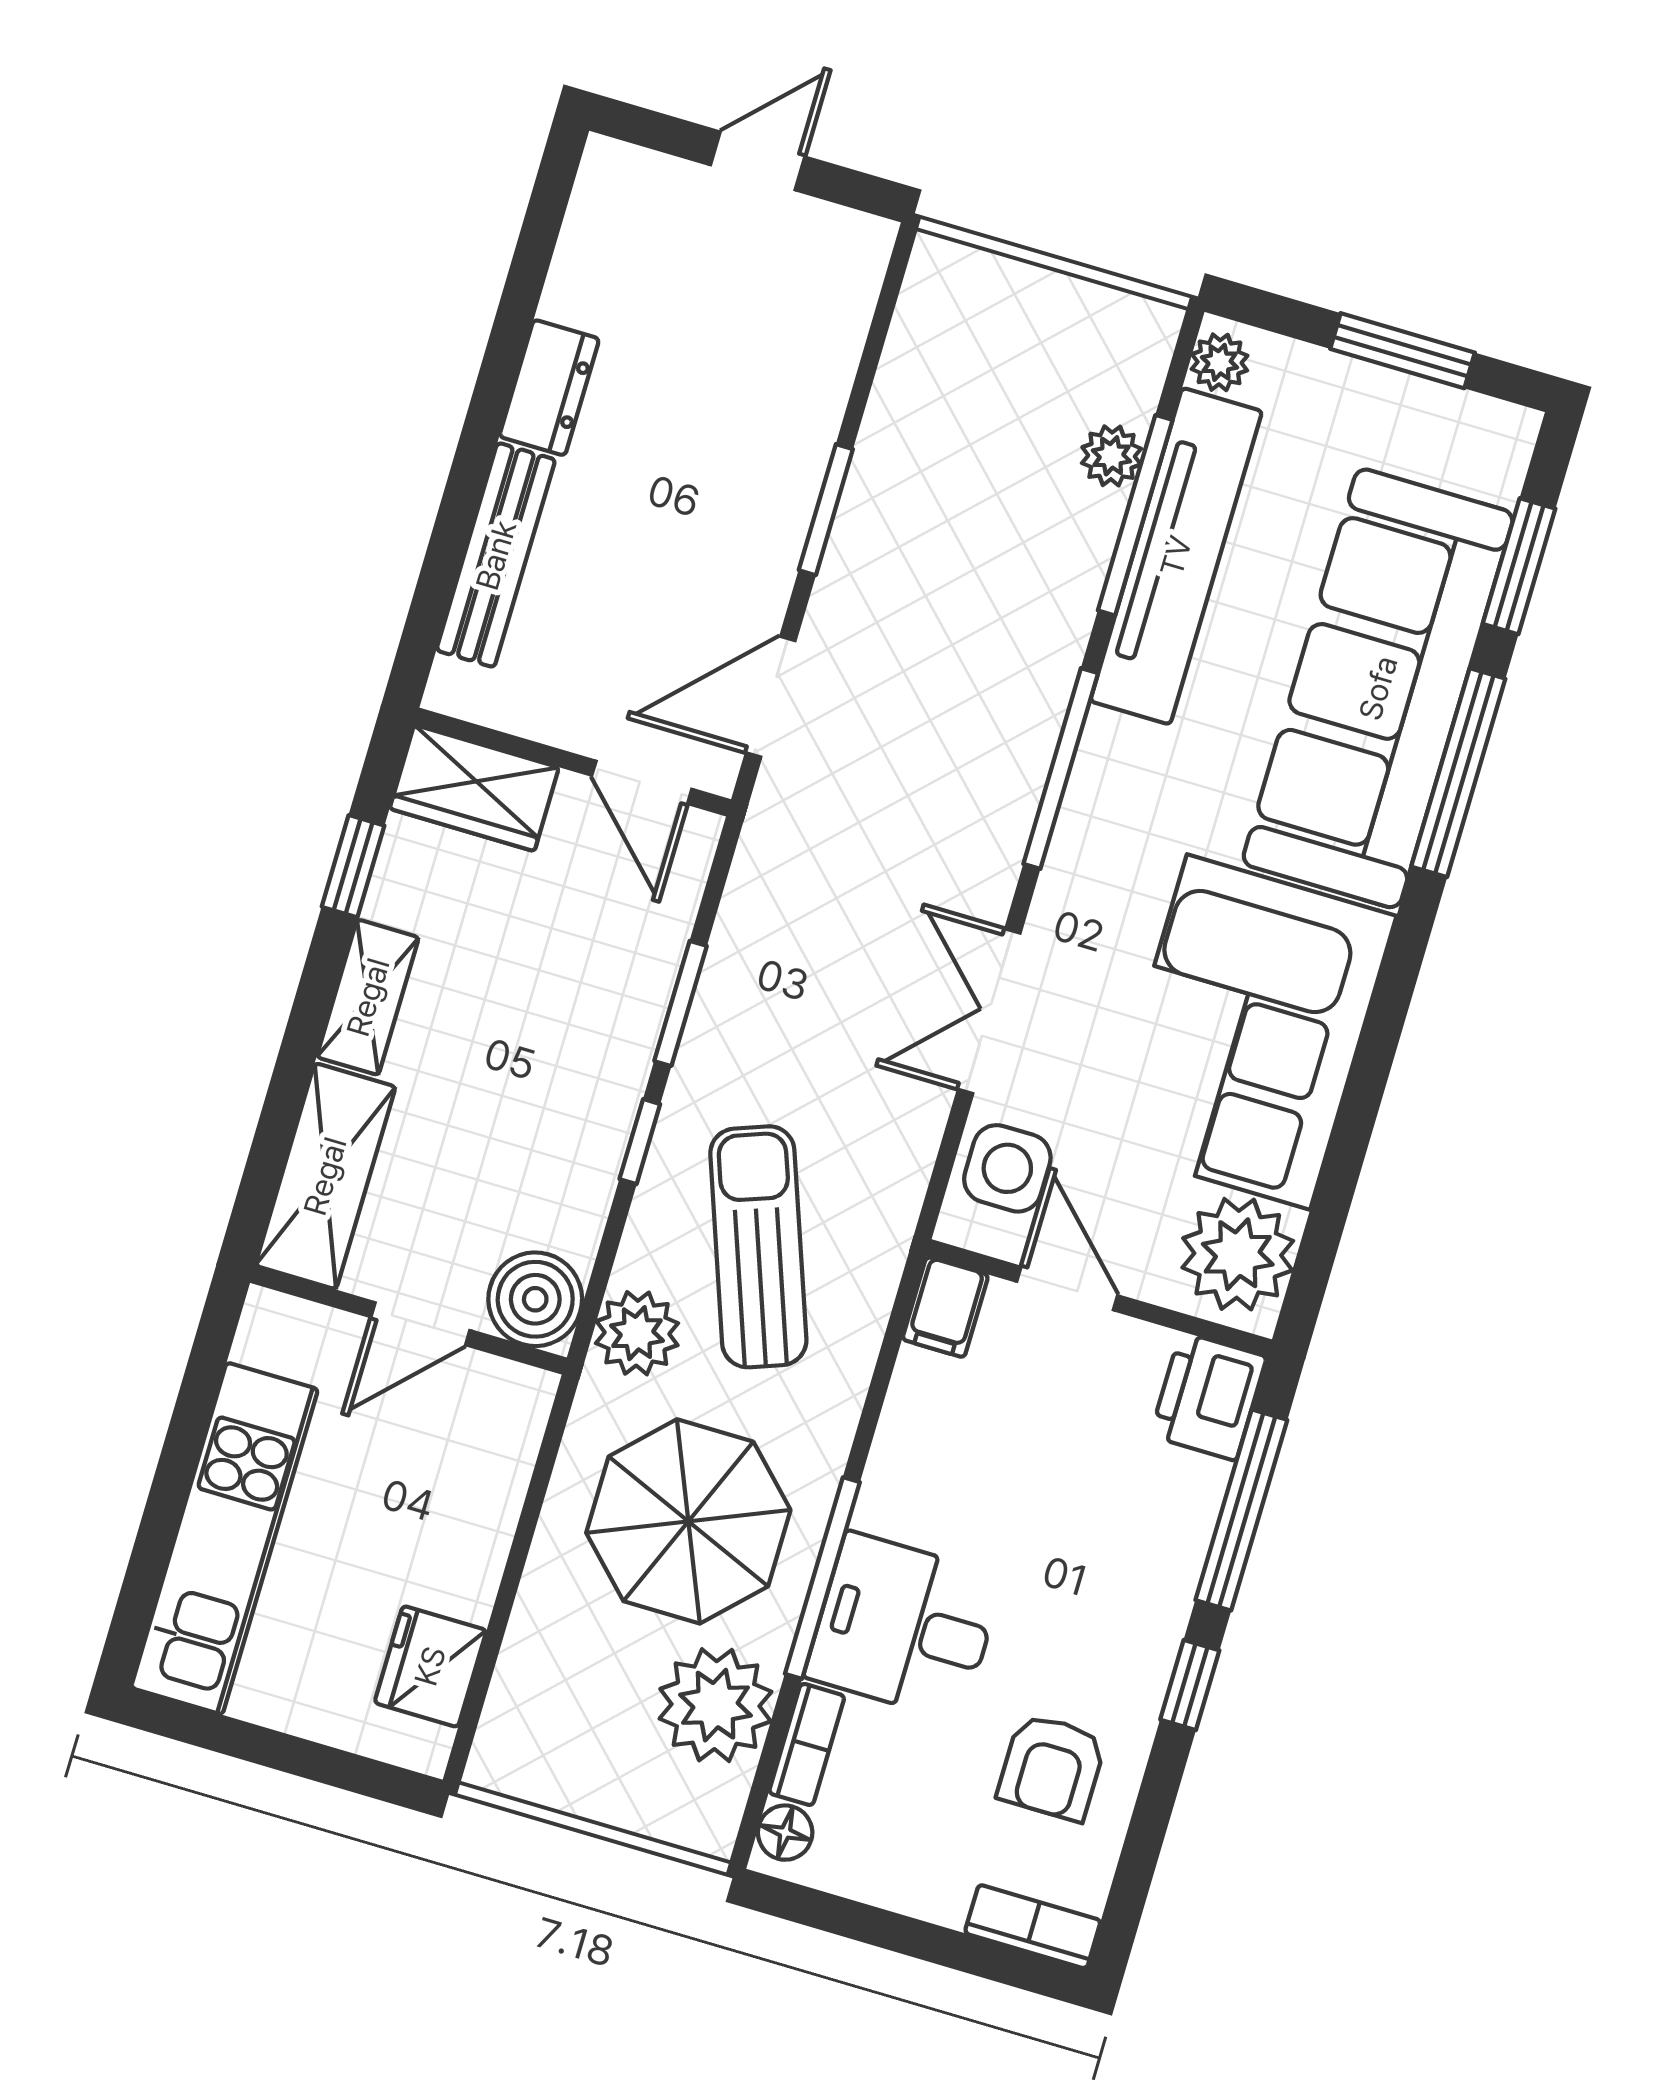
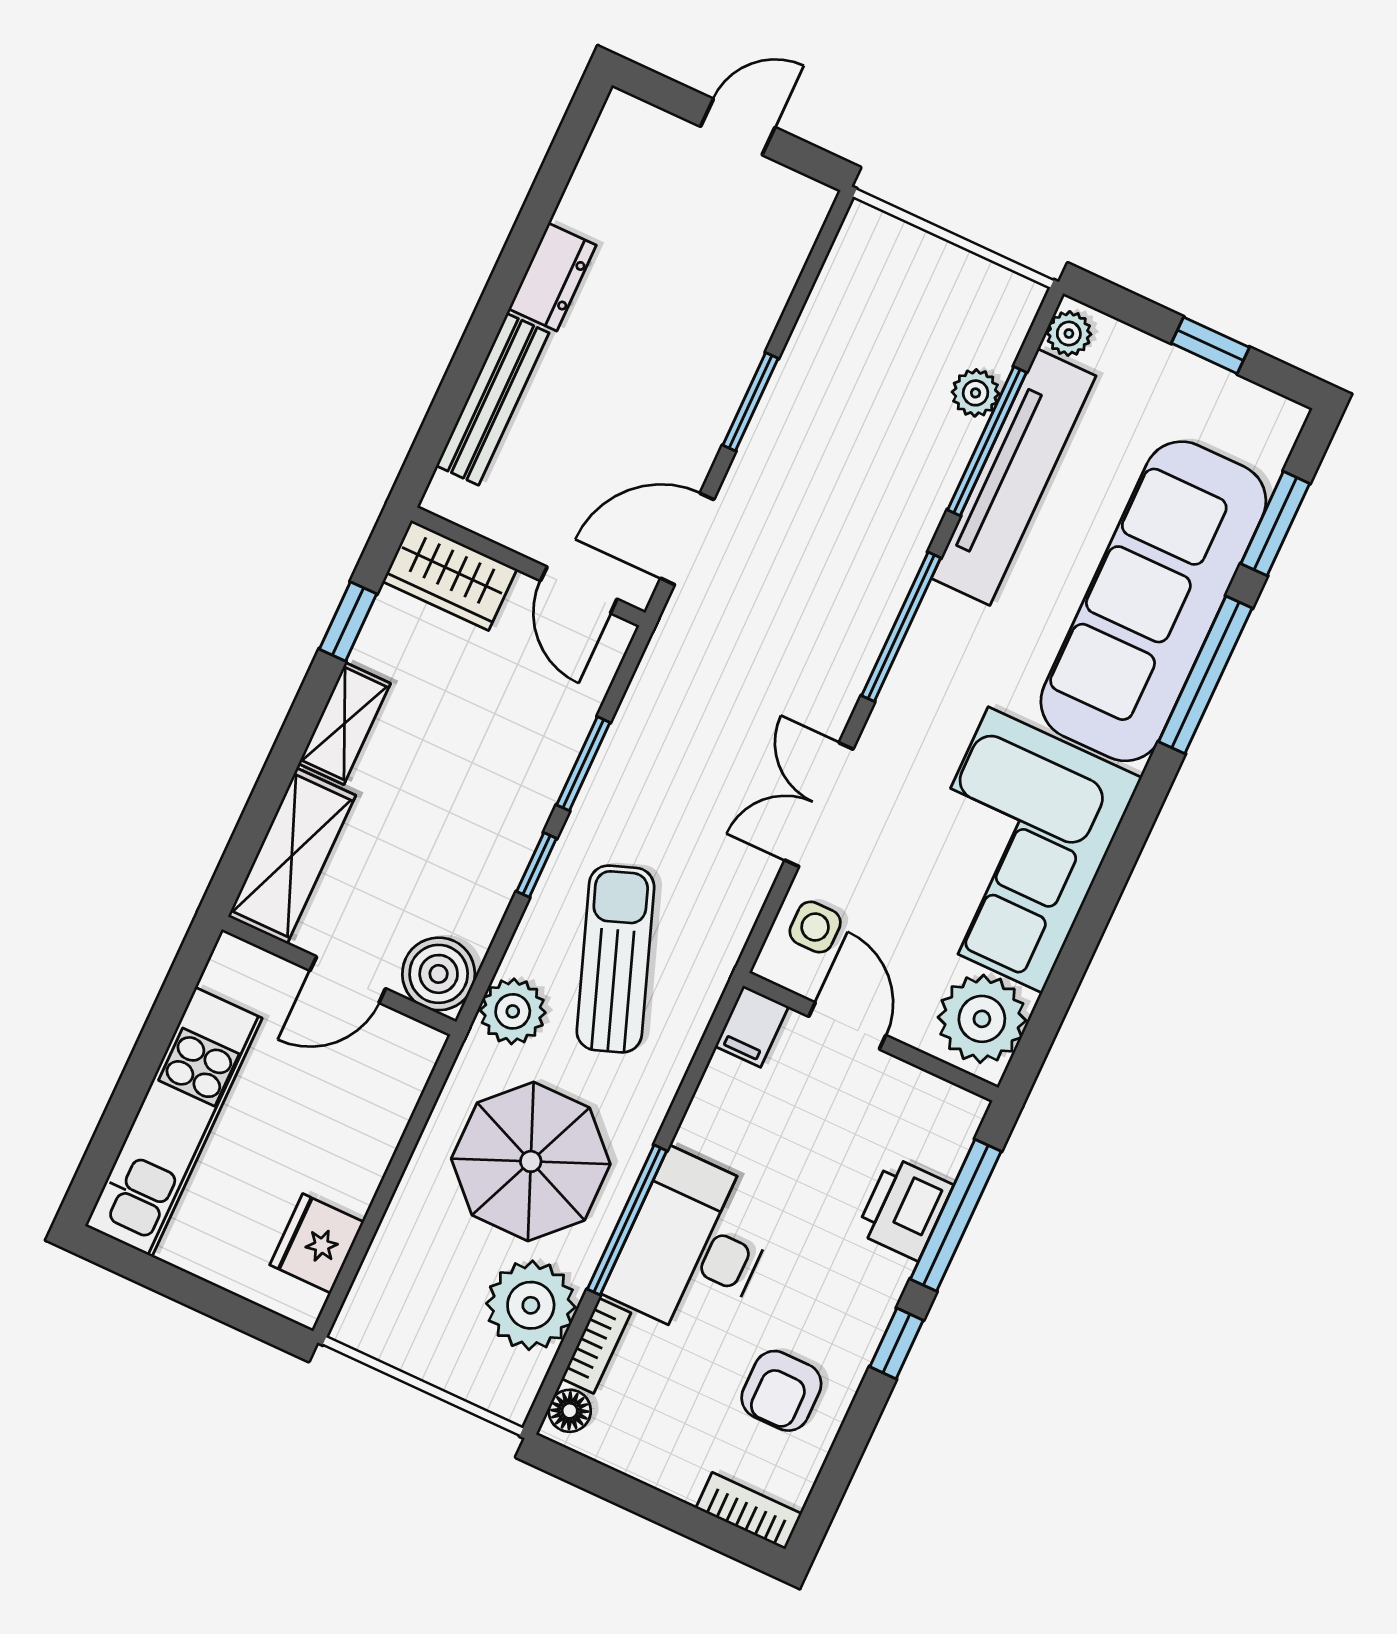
window: (1403, 351) -> (1210, 345), width x0.67
side table: (1007, 1168) -> (815, 927), width x0.73, depth x0.73
printer: (1208, 1396) -> (904, 1209), moved
desk: (904, 1627) -> (693, 1246), width x1.37

